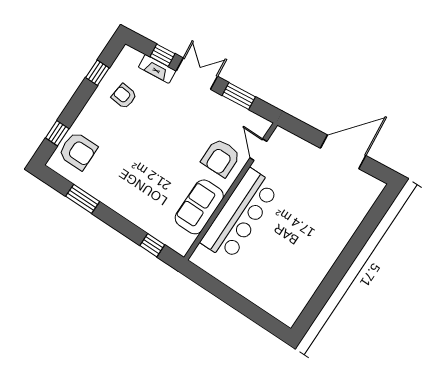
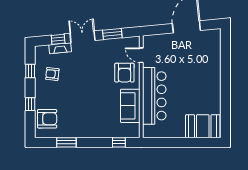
window: (57, 133) -> (30, 104), moved
booth: (277, 298) -> (203, 126), added

